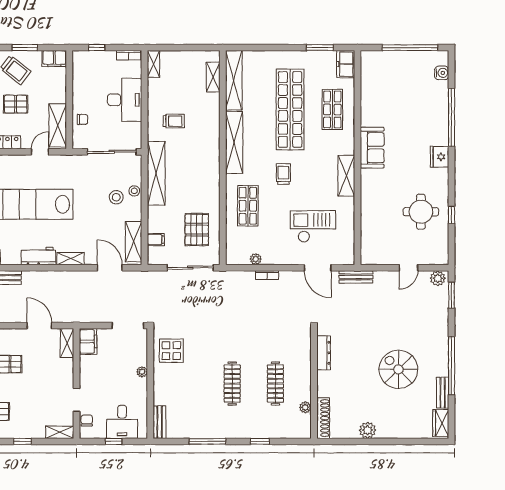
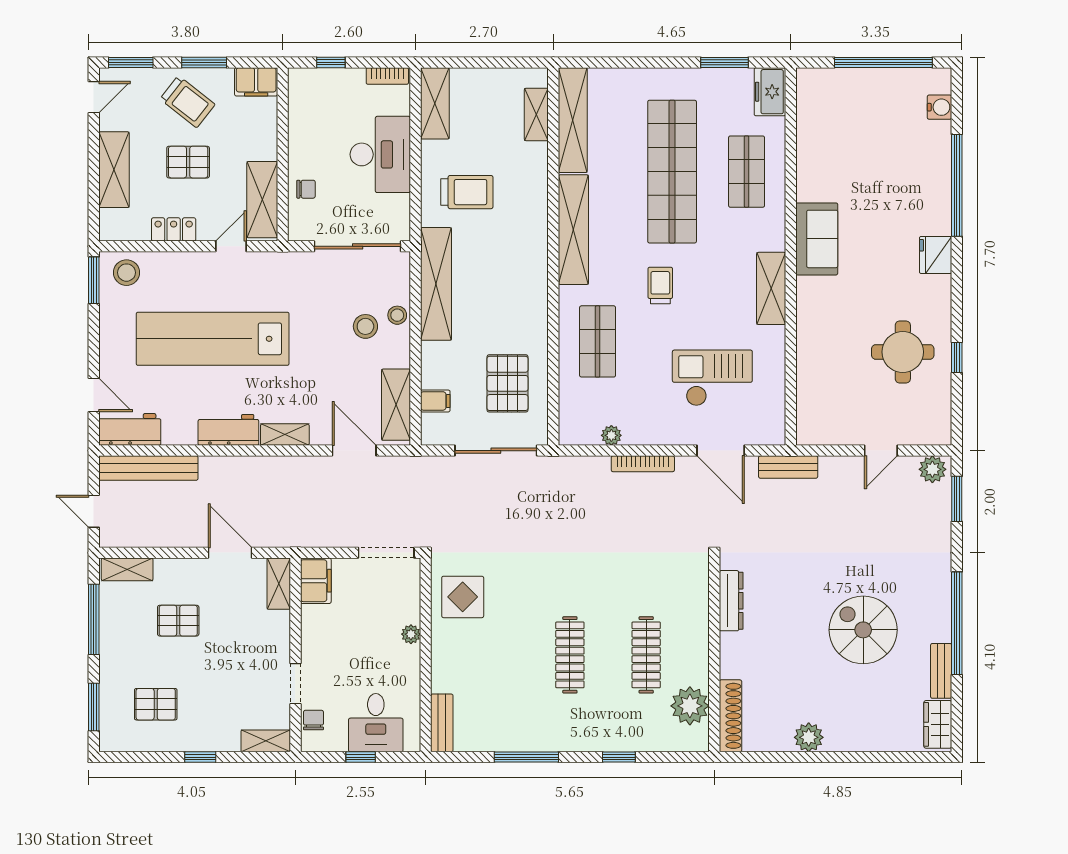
shelving: (154, 64) -> (435, 103), width x1.50, depth x1.33
trolley: (174, 121) -> (467, 192), width x1.36, depth x1.39
bookcase: (267, 275) -> (643, 464), width x1.56
plant: (305, 407) -> (690, 706), width x1.87, depth x1.87

